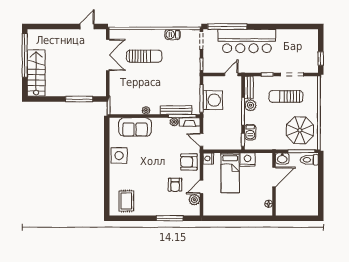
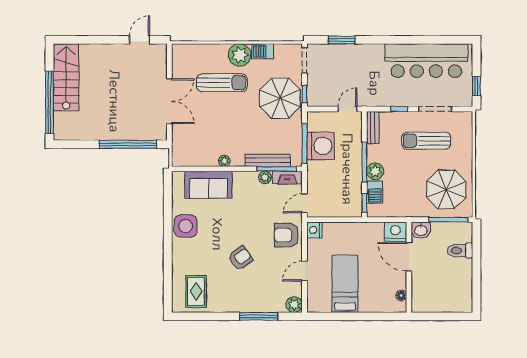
window: (227, 27) -> (342, 40), width x0.47
plant: (157, 37) -> (240, 55), added
bar counter: (247, 41) -> (426, 61), moved
double door: (108, 55) -> (169, 101), moved
window: (25, 56) -> (50, 102), moved
parasol: (185, 67) -> (280, 98), added
stairs: (36, 73) -> (66, 77), moved
window: (79, 99) -> (128, 144), width x1.46
plant: (251, 105) -> (375, 171), moved
door: (202, 140) -> (304, 203), hinge flipped
nightstand: (248, 160) -> (395, 232), moved
toilet: (309, 160) -> (460, 251), moved
bed: (230, 173) -> (345, 284), moved, turned 180
door: (274, 177) -> (409, 257), swing flipped
armchair: (175, 185) -> (240, 258), moved, turned -126
plant: (194, 200) -> (294, 305), moved

